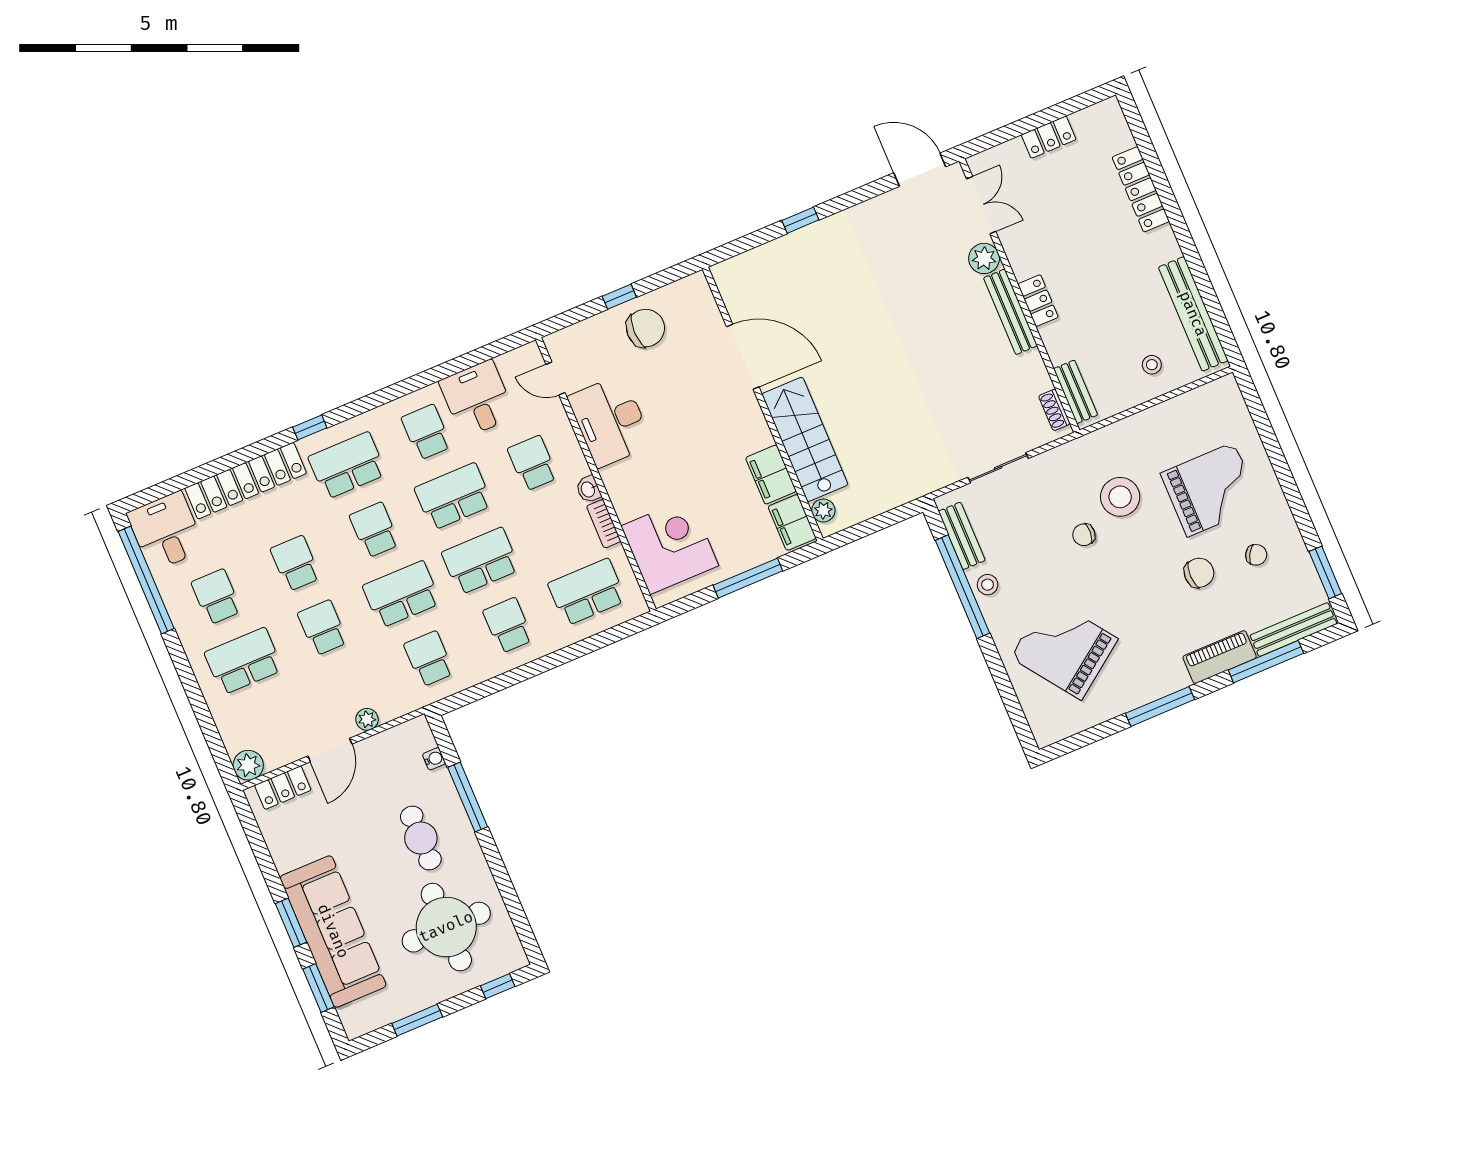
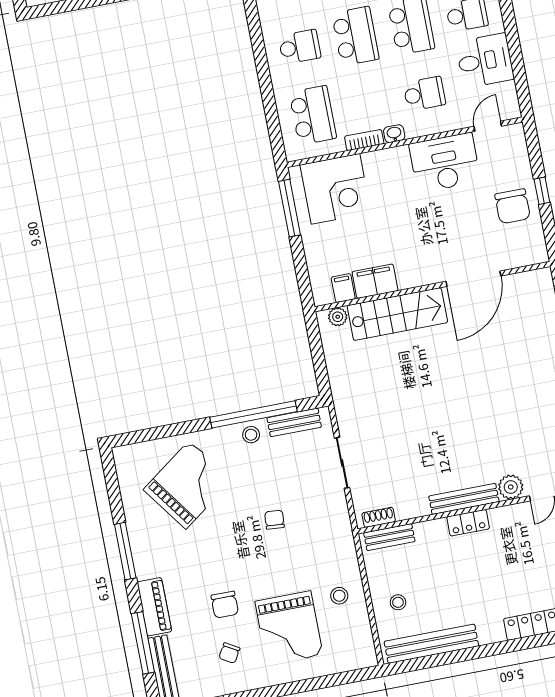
stool: (1120, 497) -> (339, 596), moved, width x0.53, depth x0.53
filing cabinet: (792, 522) -> (343, 288), width x0.50
window: (748, 578) -> (290, 208), moved

